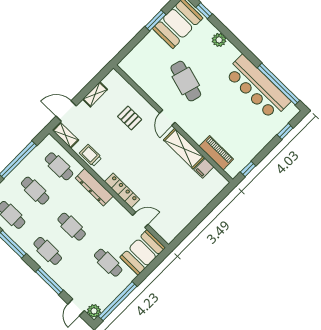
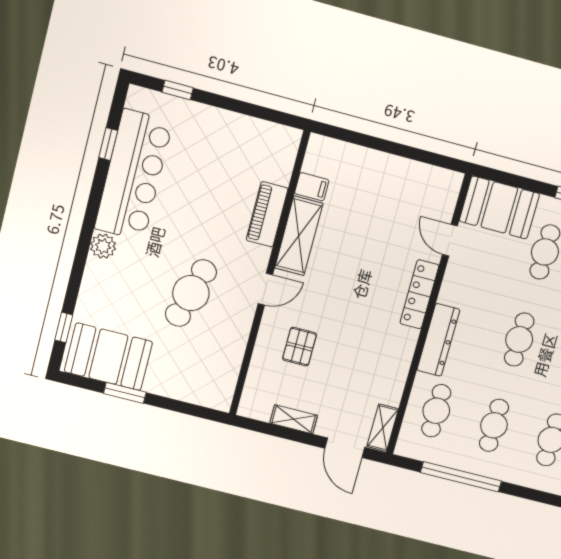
plant: (219, 40) -> (103, 246), moved
window: (279, 84) -> (108, 144), width x0.32
piano: (216, 153) -> (267, 214), moved
trolley: (91, 155) -> (392, 373), removed
window: (248, 169) -> (272, 116), removed

